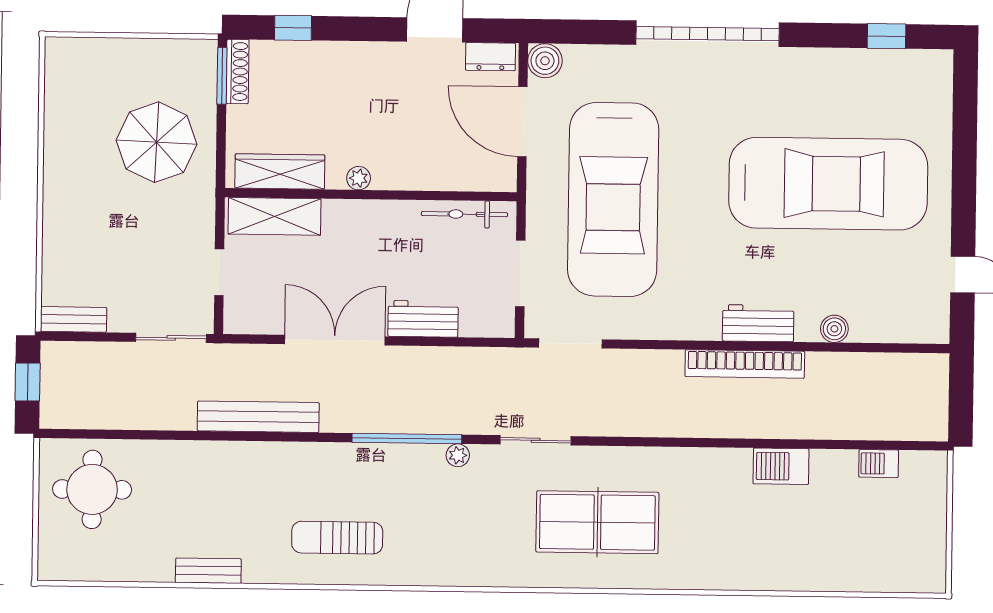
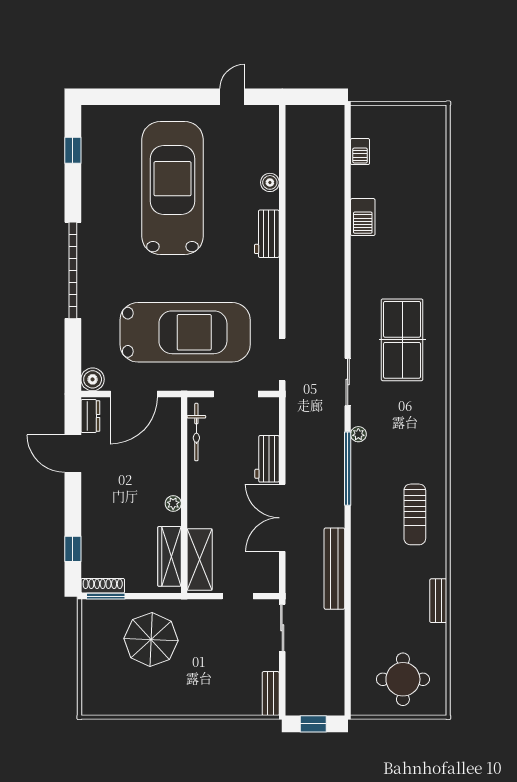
bookcase: (745, 364) -> (294, 242), removed
round table: (92, 489) -> (403, 679), moved

